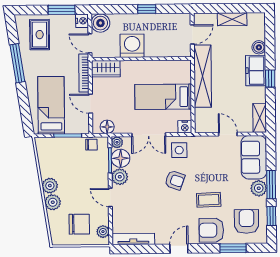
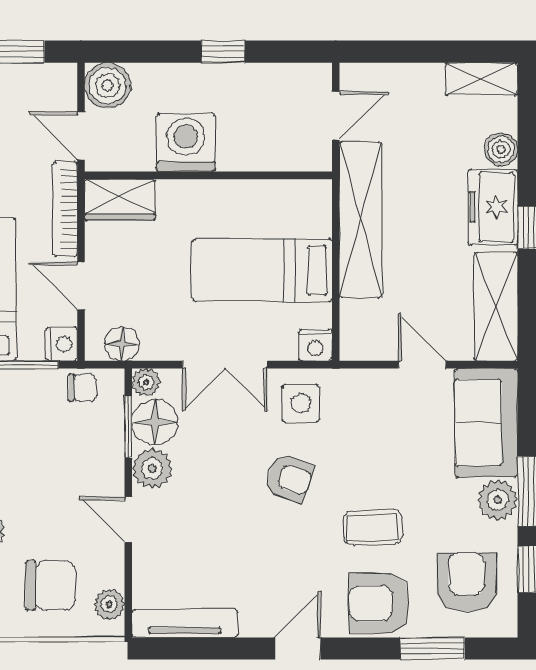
shelving: (232, 19) -> (481, 79), moved
nightstand: (82, 21) -> (62, 344), moved
shelving: (260, 118) -> (496, 307), width x1.50, depth x1.33

